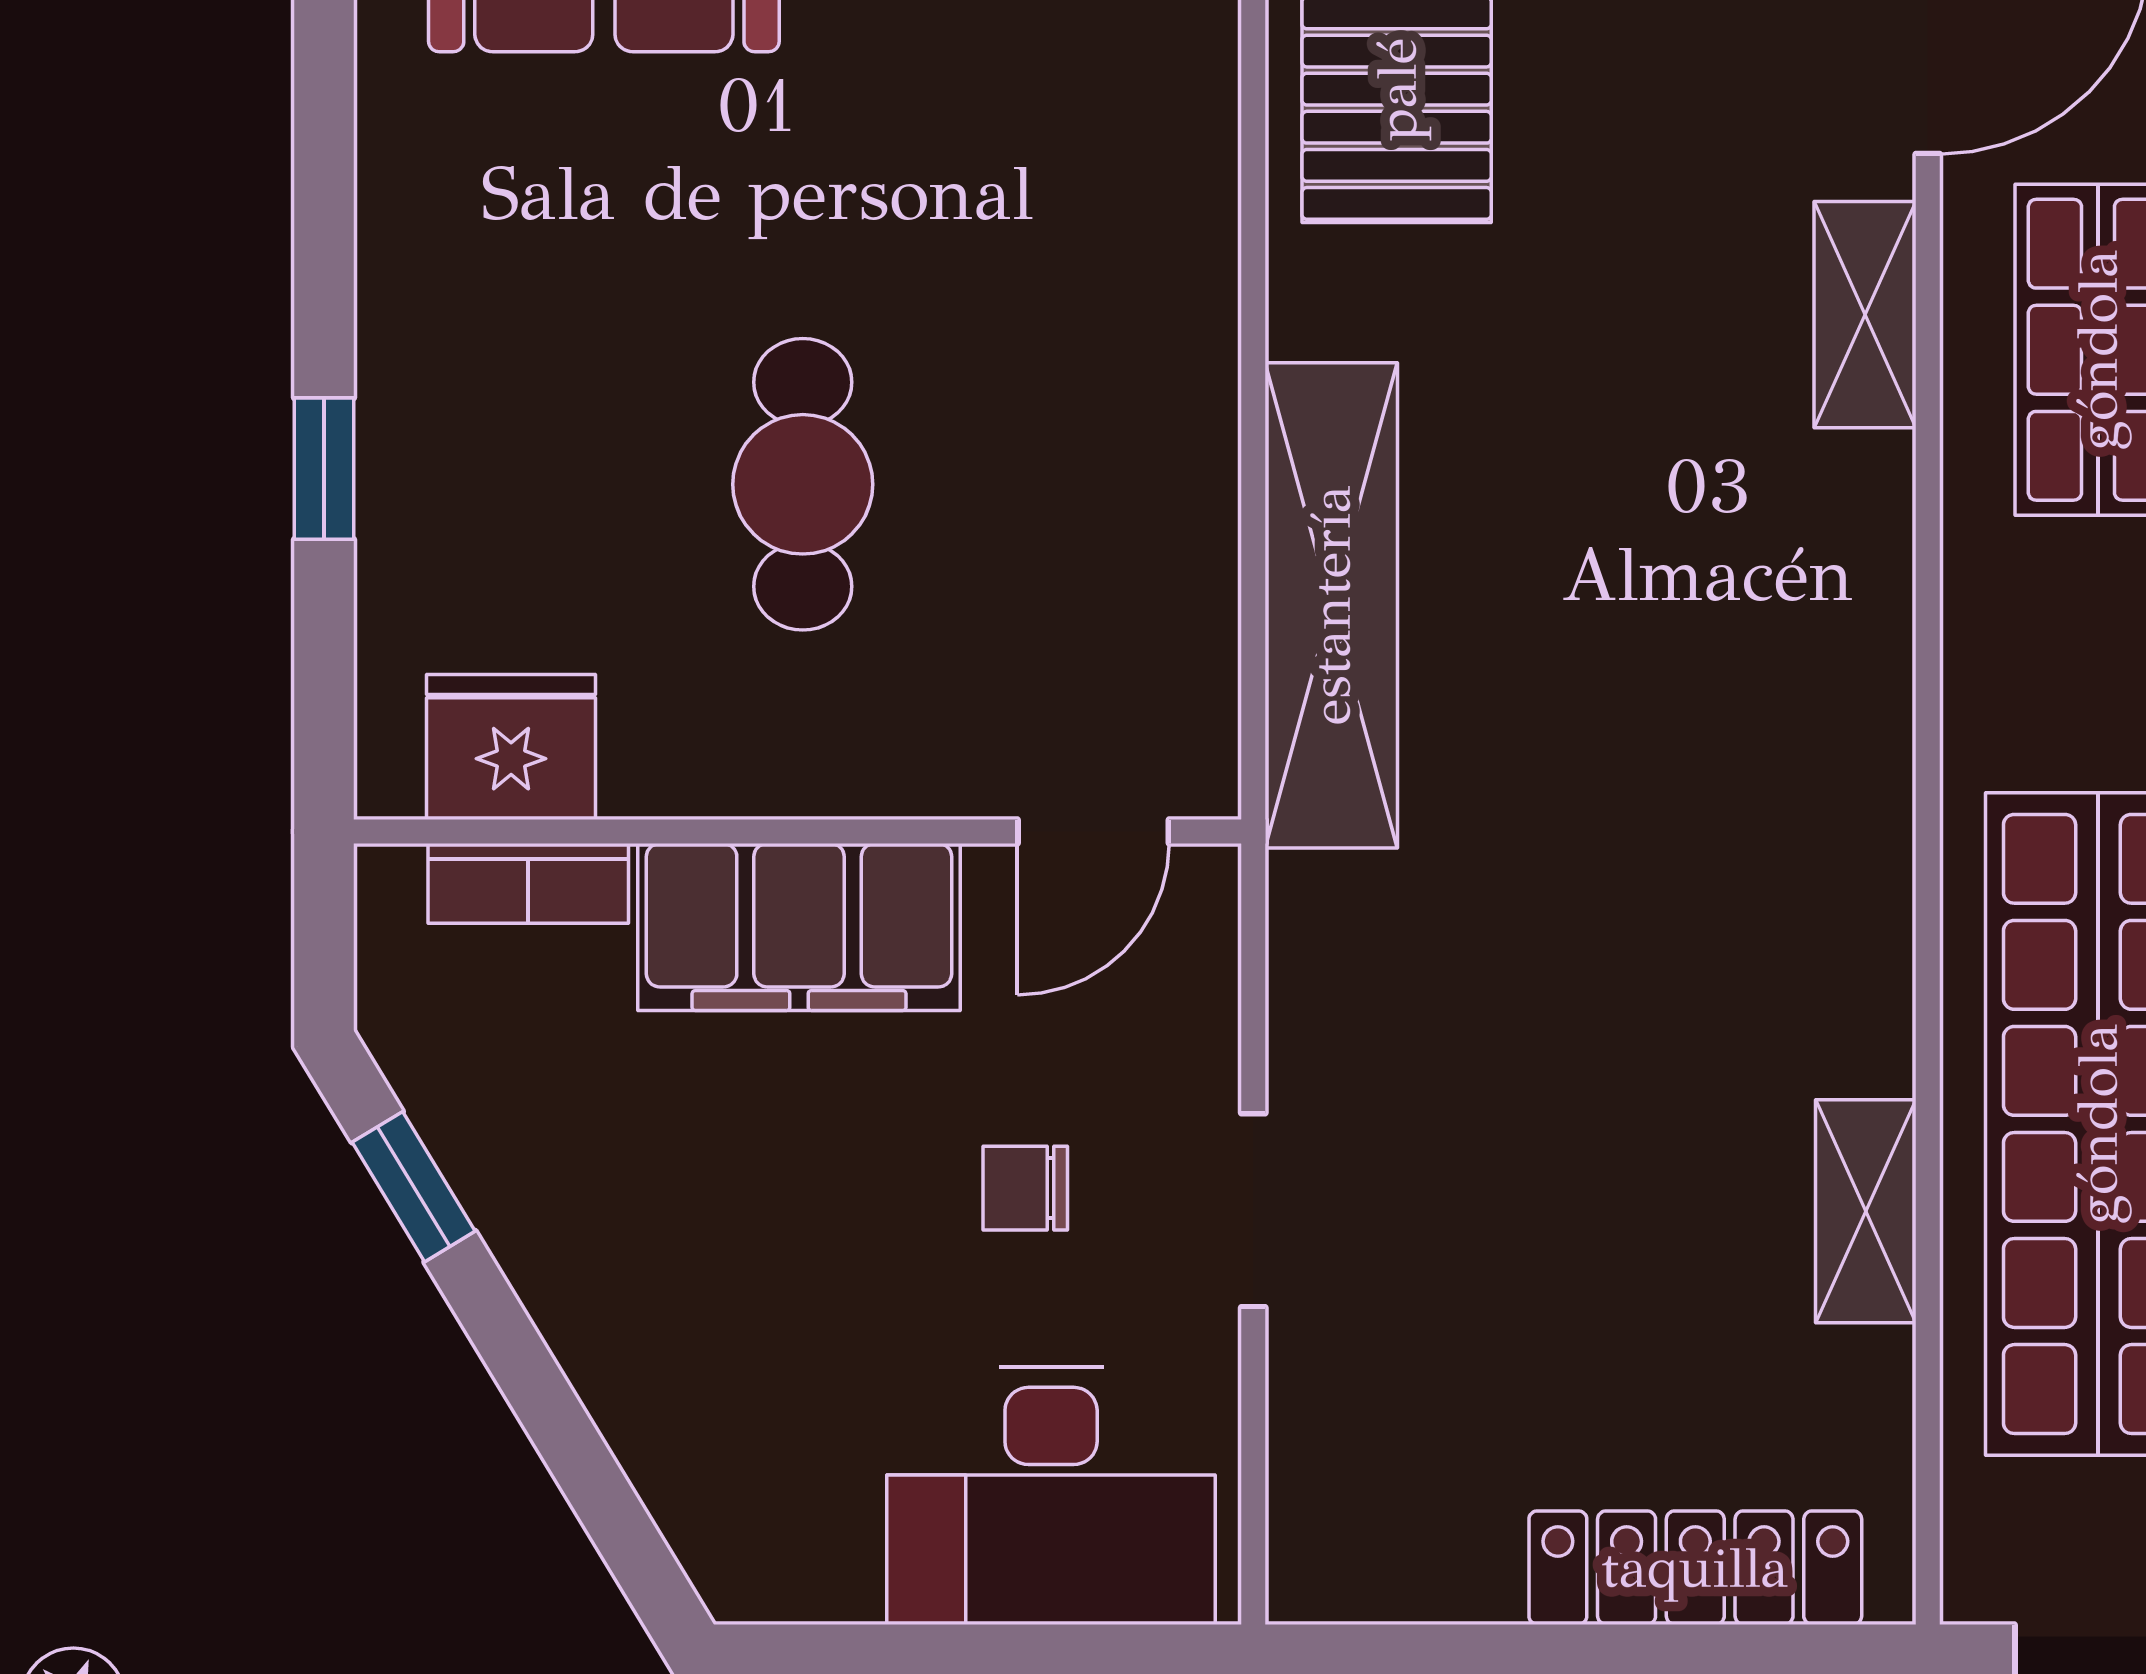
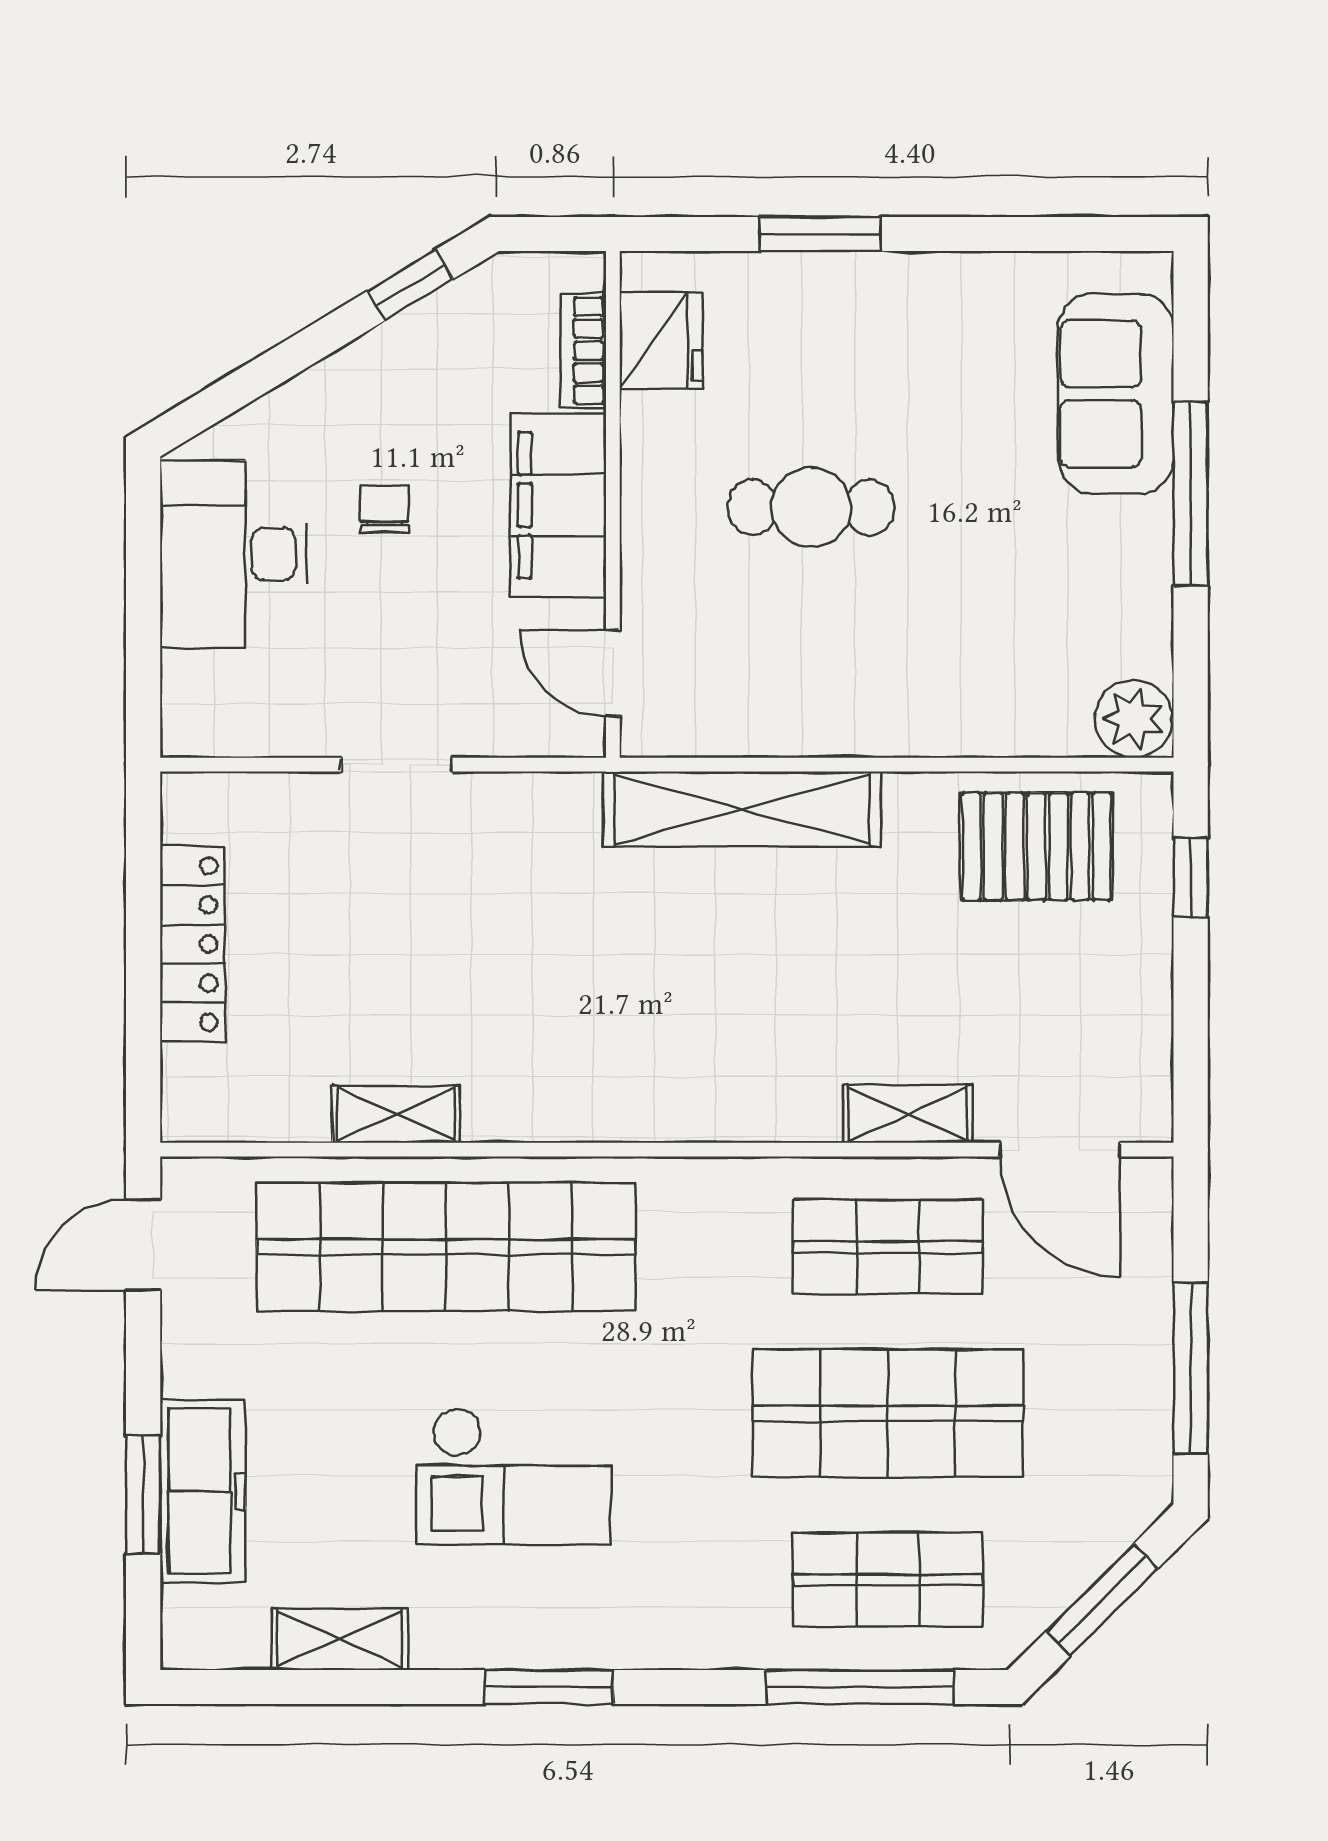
window: (324, 469) -> (820, 234), width x1.50
chair: (1025, 1188) -> (385, 509), moved
desk: (1051, 1496) -> (234, 554), moved
locker: (1695, 1568) -> (192, 944), moved

